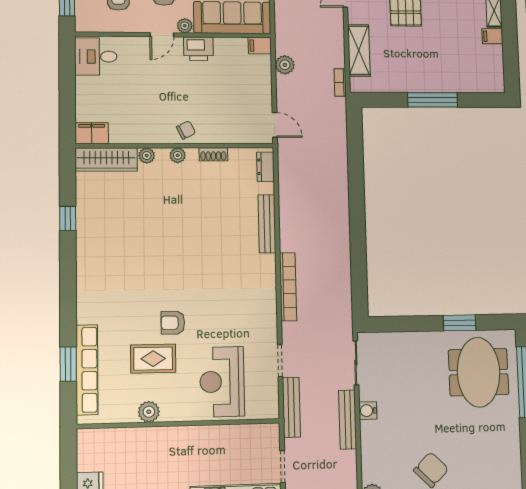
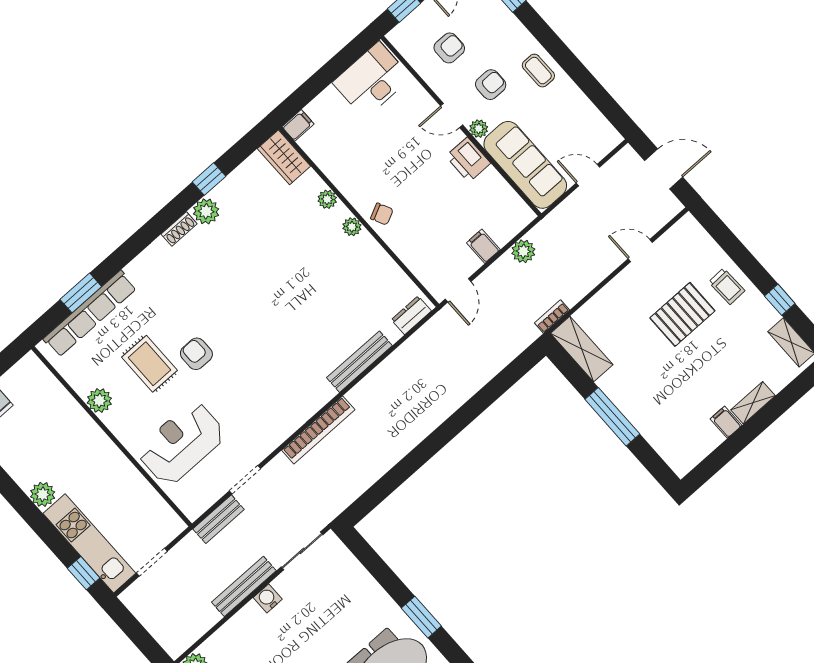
filing cabinet: (260, 46) -> (483, 246), moved
shelving: (359, 50) -> (582, 349), moved, turned 90
desk: (96, 57) -> (372, 80), width x1.37
filing cabinet: (92, 133) -> (298, 125), width x0.50
shoe rack: (213, 154) -> (179, 229), moved, turned -90
wardrobe: (106, 159) -> (284, 157), width x0.67
plant: (87, 238) -> (206, 211), added
bench: (291, 407) -> (219, 519), width x0.73

